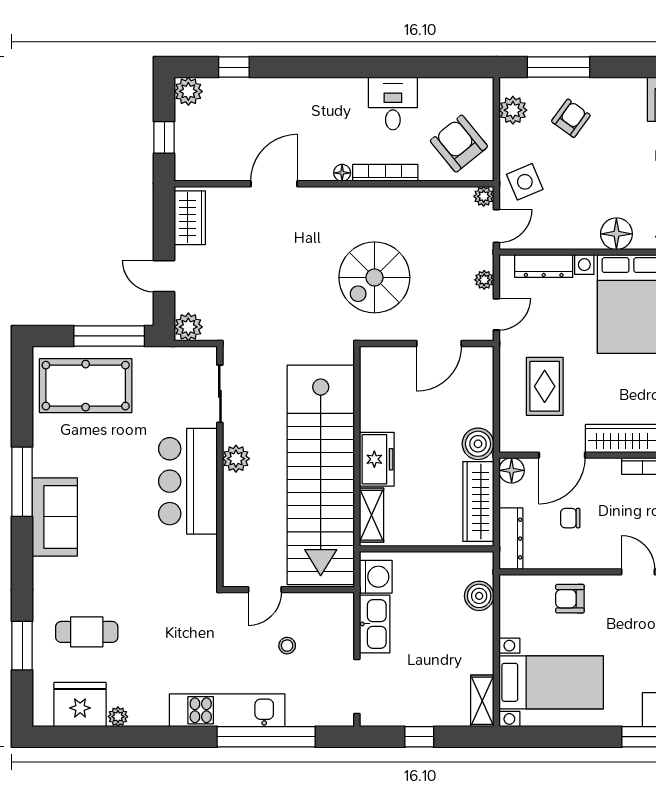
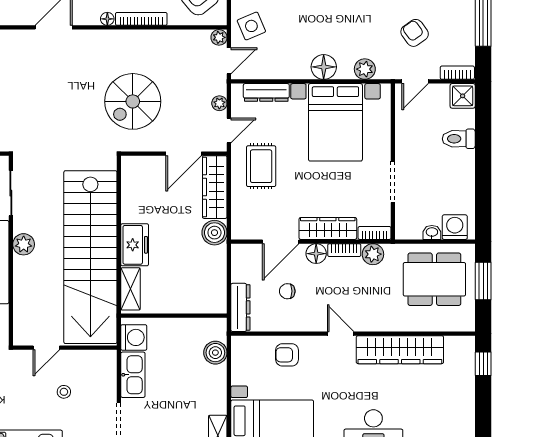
rug: (545, 386) -> (261, 166), moved
floor lamp: (512, 470) -> (316, 254), moved
wardrobe: (478, 502) -> (215, 187), moved

